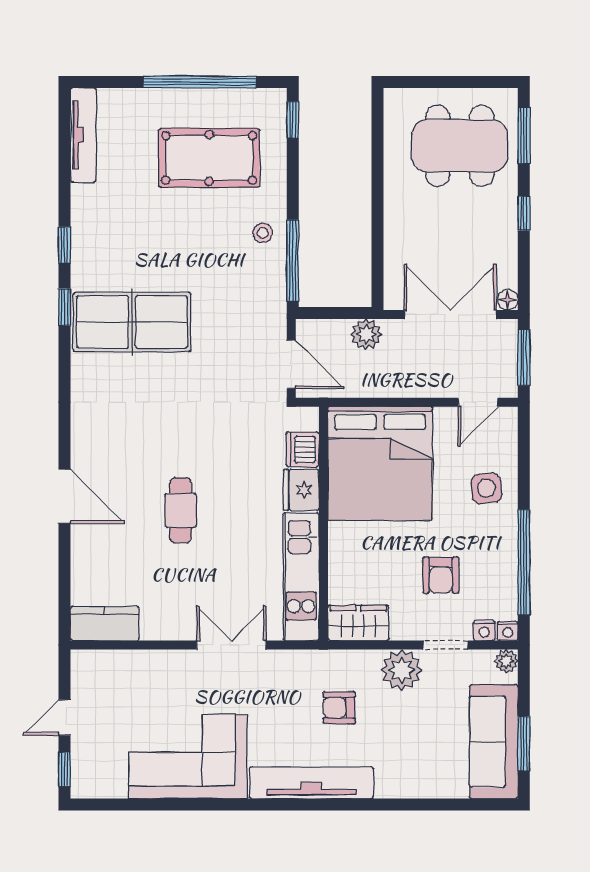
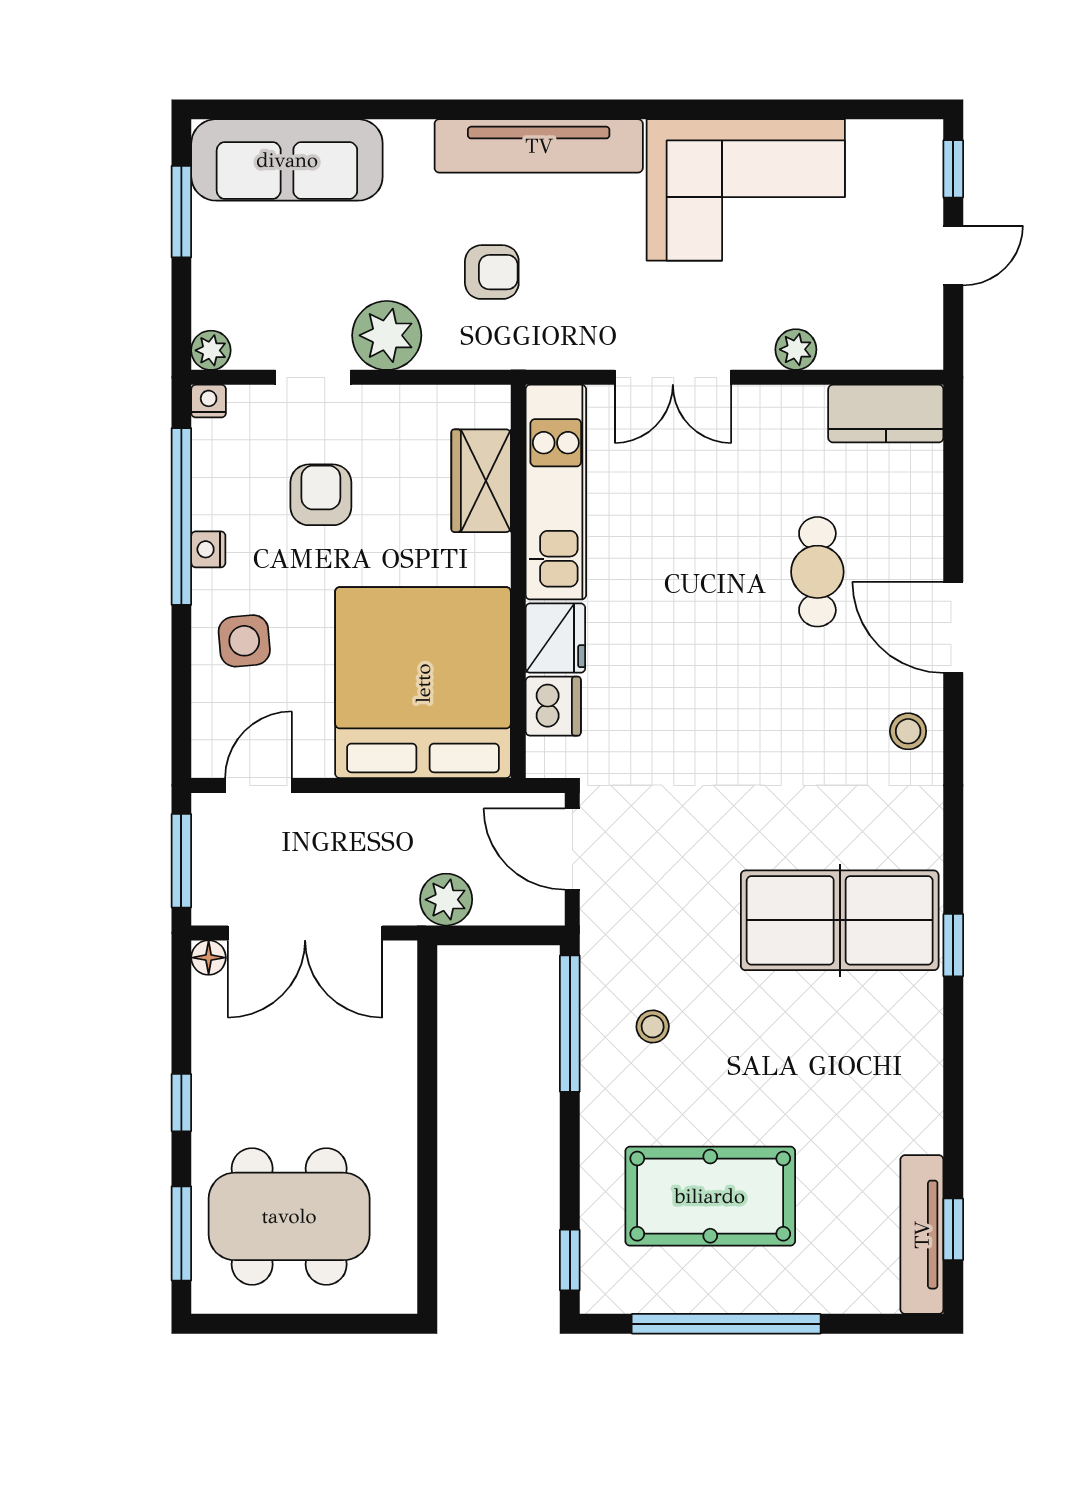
stool: (263, 233) -> (653, 1026), moved
window: (65, 245) -> (953, 1229), moved
stool: (91, 434) -> (908, 731), added
cafe table: (181, 510) -> (817, 572), moved
wardrobe: (358, 623) -> (481, 481), moved, turned 90
nightstand: (484, 631) -> (208, 549), moved, turned -90
plant: (158, 662) -> (796, 349), added
sofa: (494, 742) -> (287, 160), moved, turned 90

